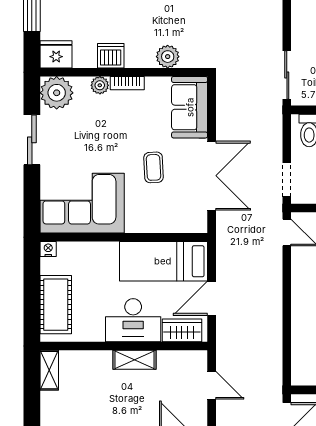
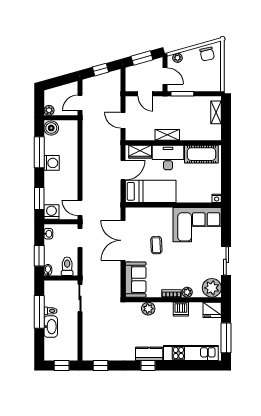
cot: (56, 305) -> (201, 154), moved, turned 90
shelving: (49, 370) -> (216, 112), moved

